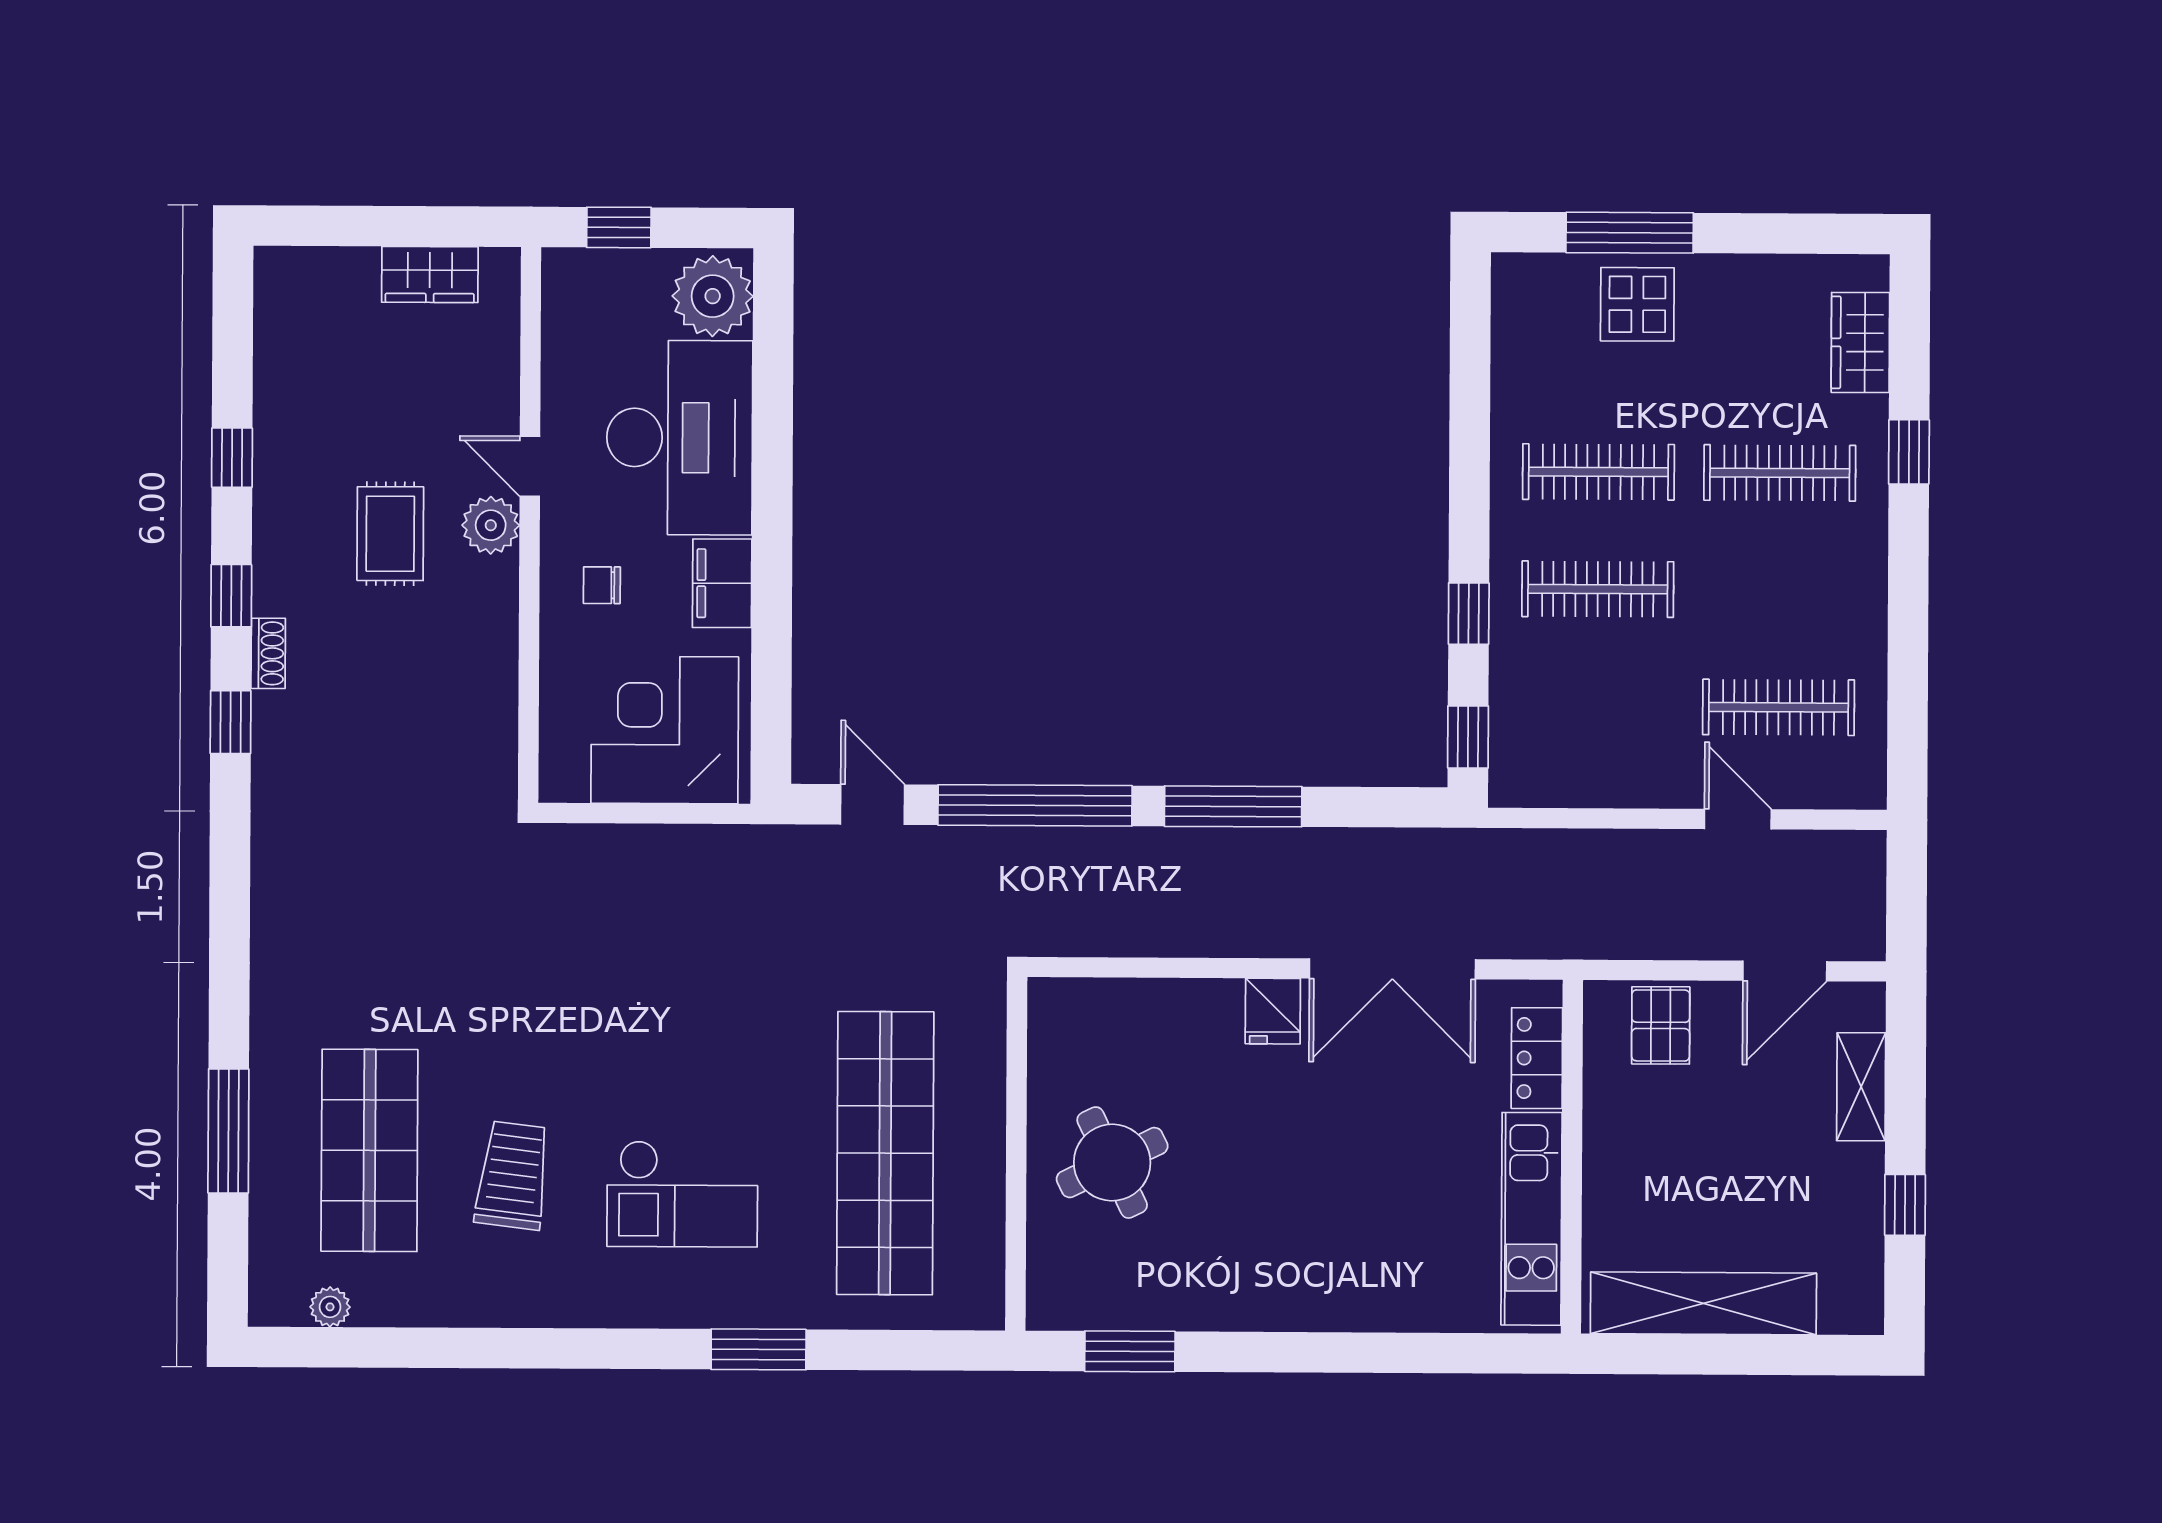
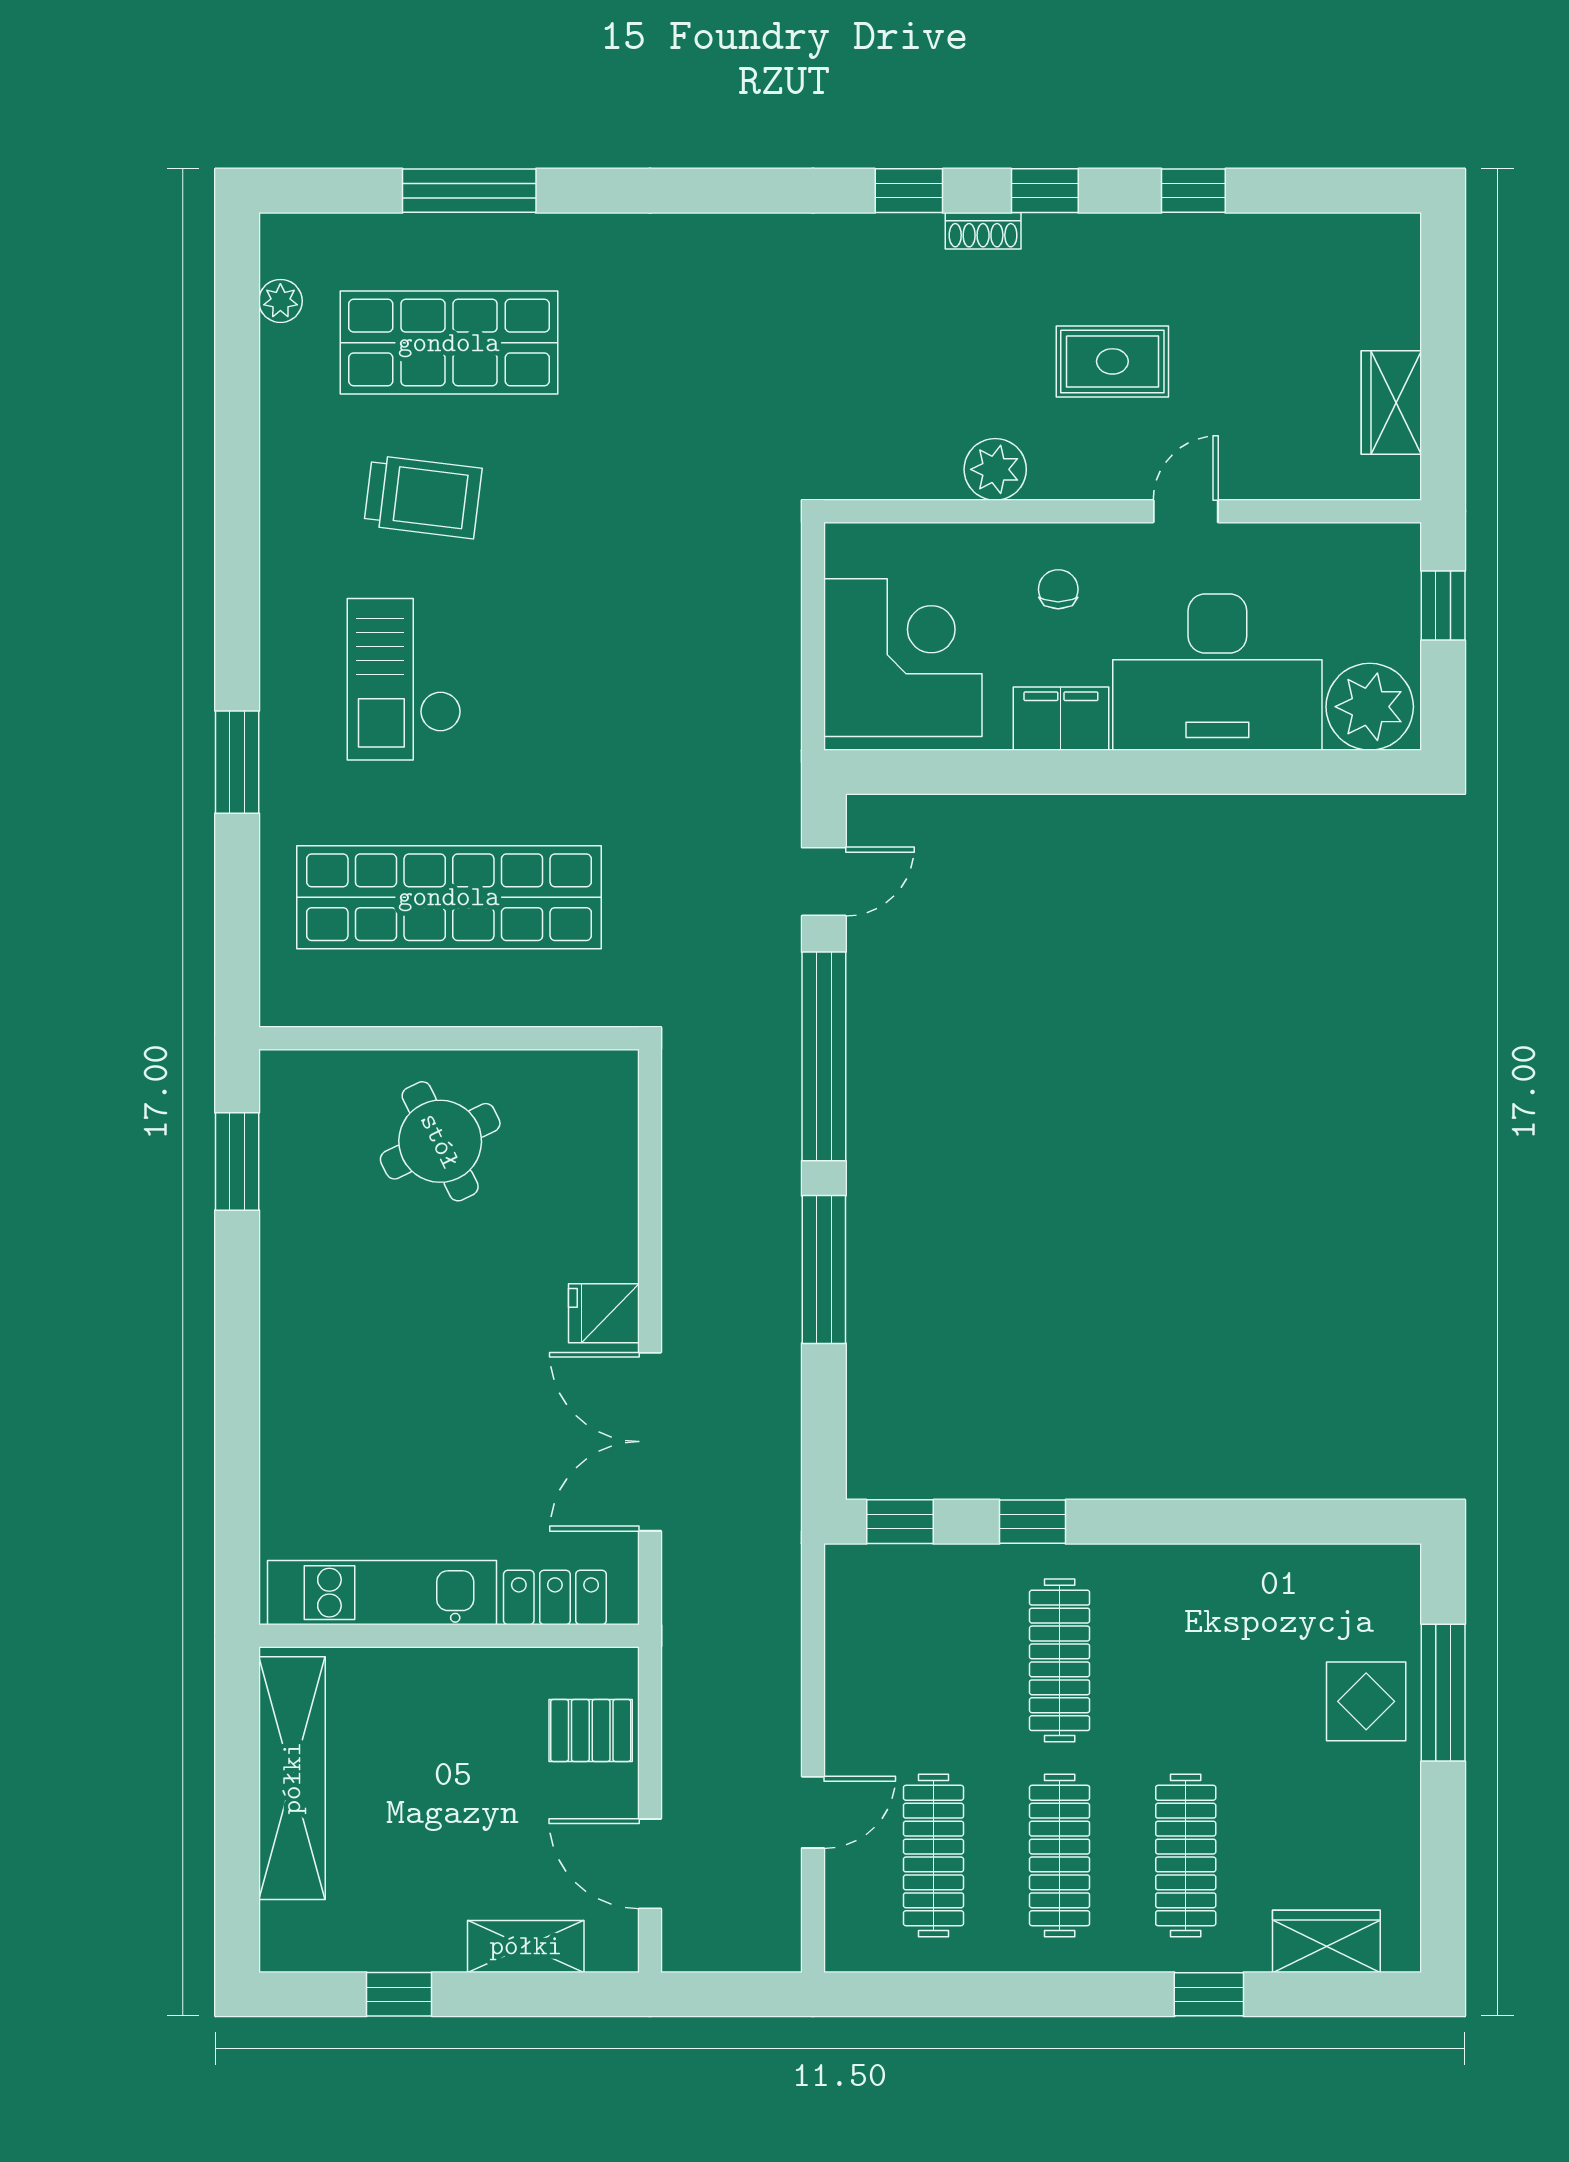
clothes rail: (1598, 472) -> (1060, 1855), moved
plant: (491, 525) -> (995, 469), moved

